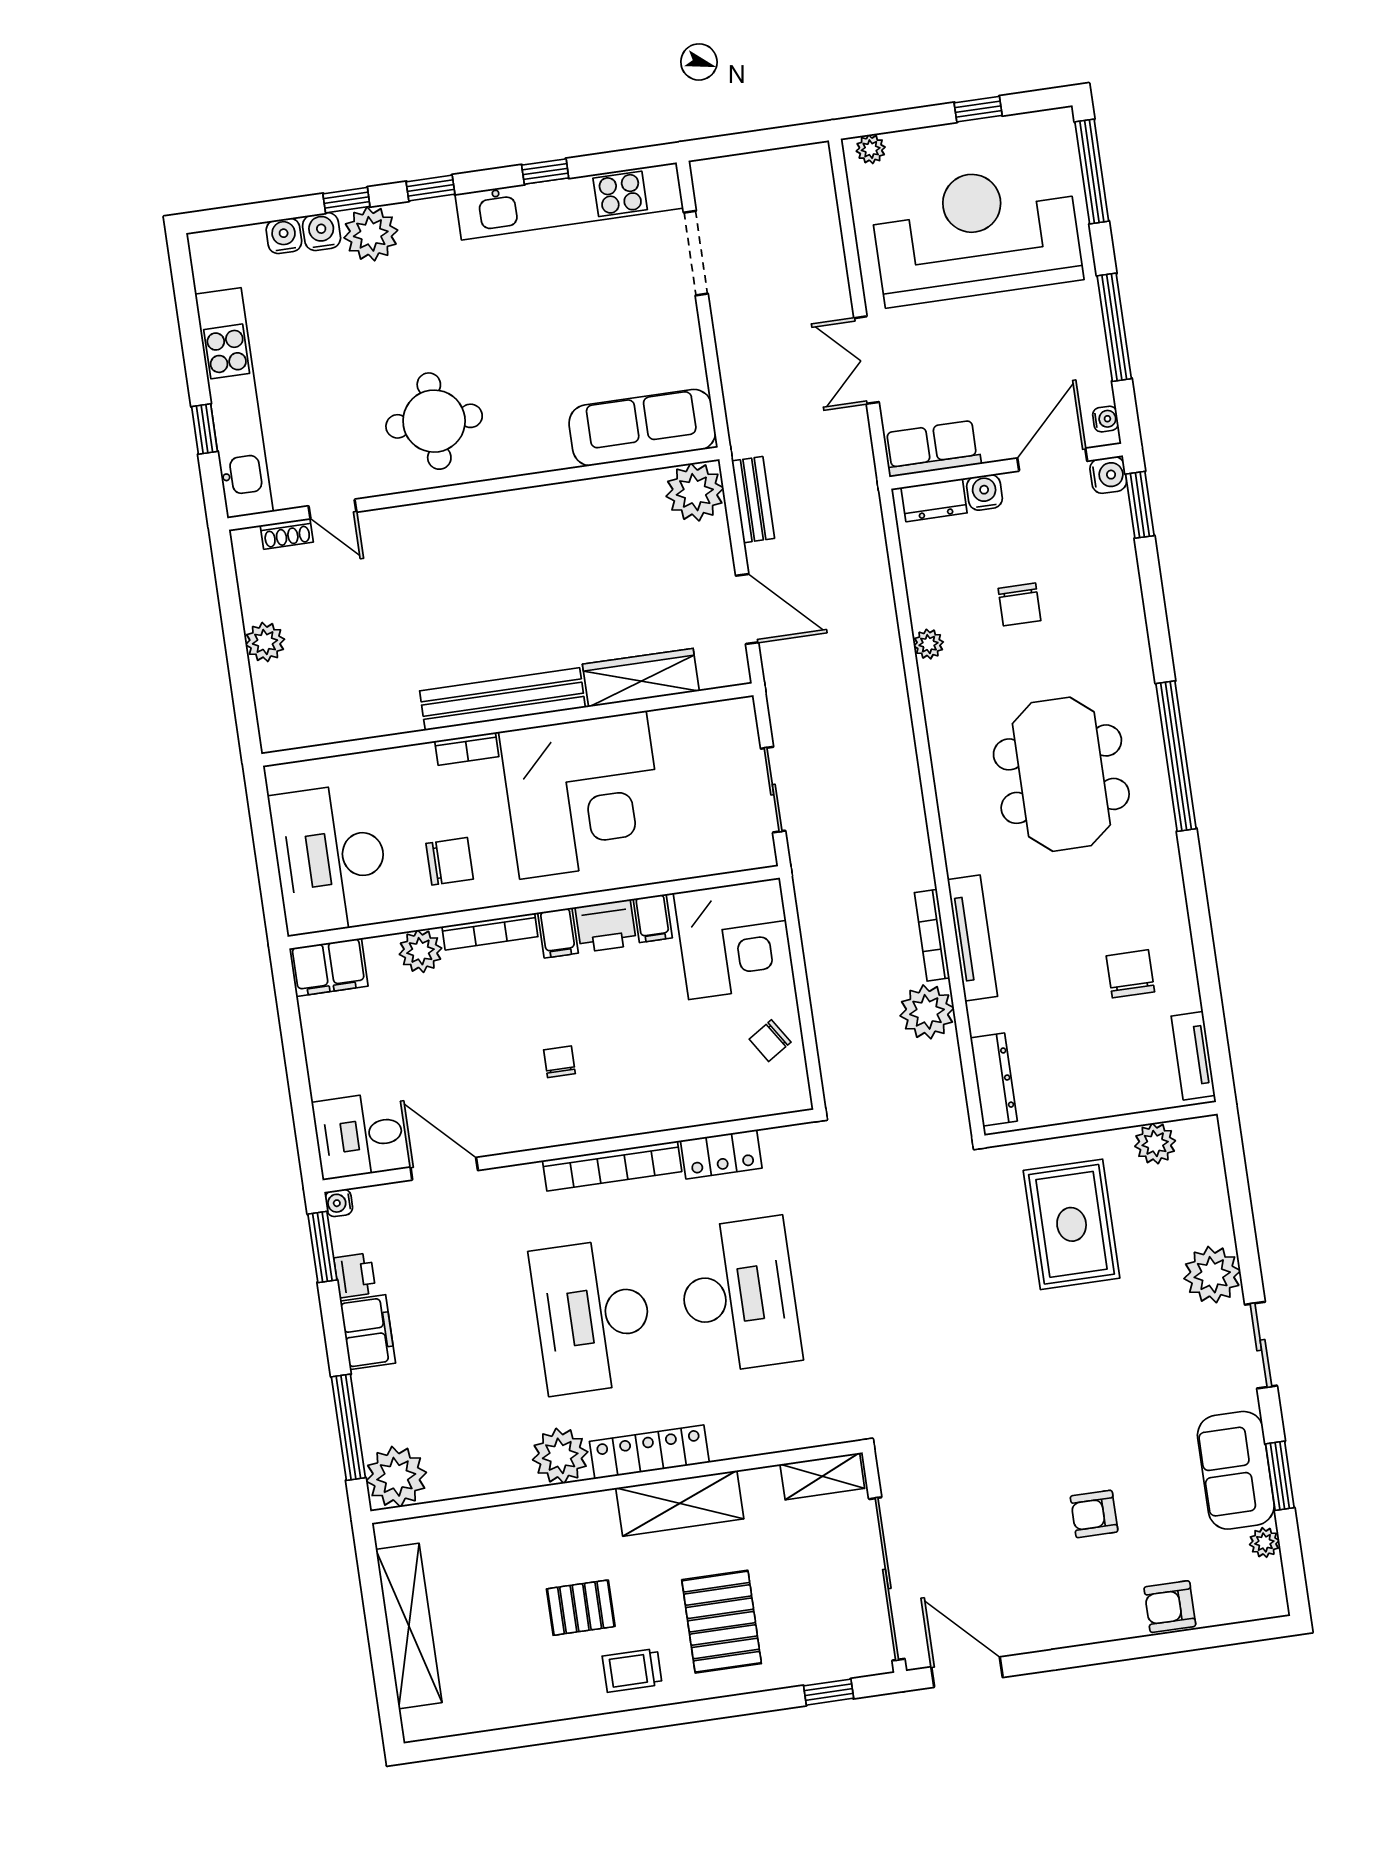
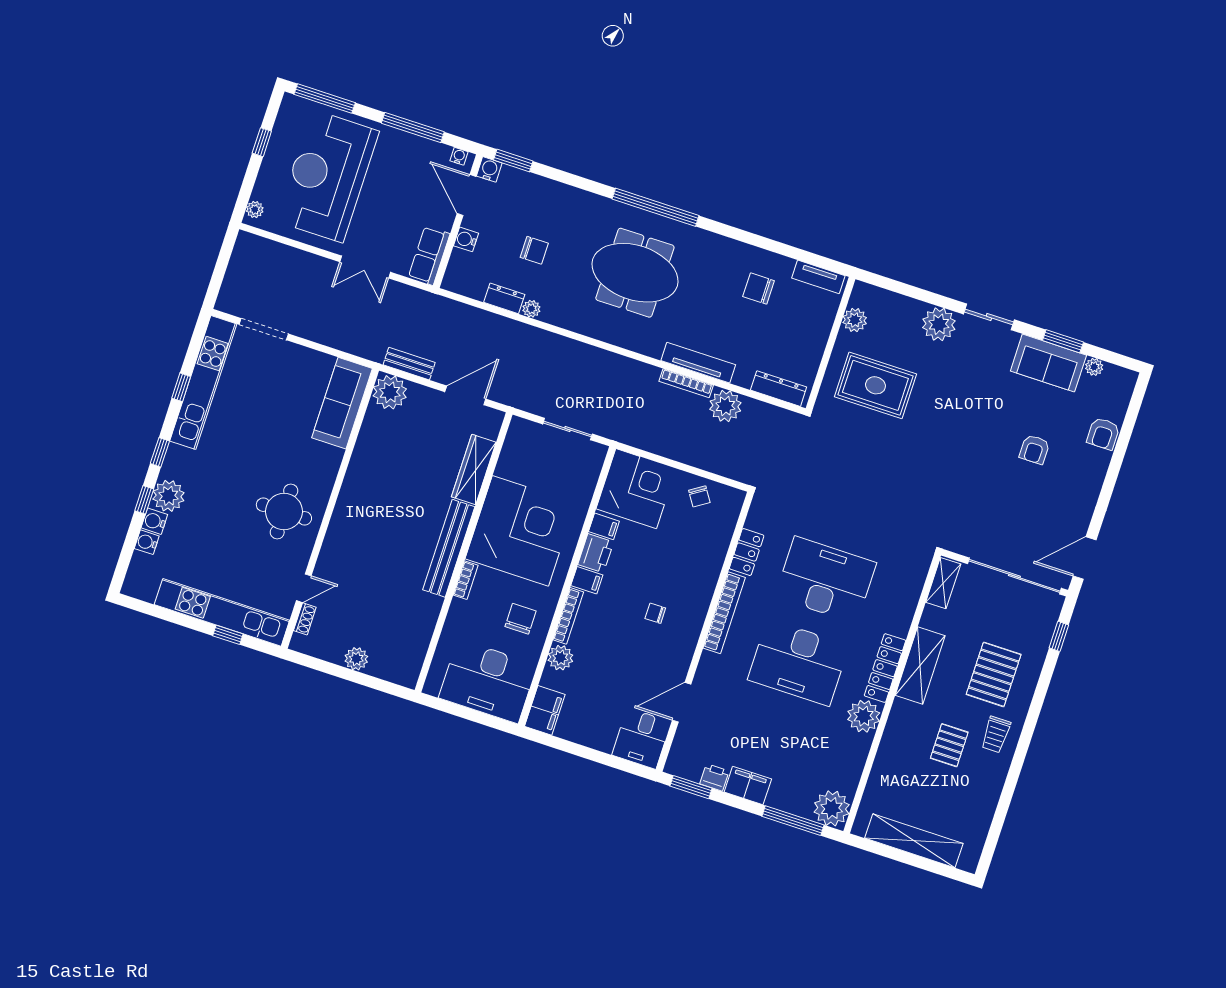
dresser: (934, 500) -> (504, 298), moved, turned -90
water cooler: (339, 1203) -> (672, 767), removed
pallet: (722, 1622) -> (994, 674), turned 90

